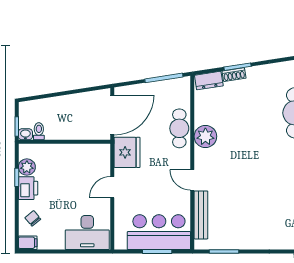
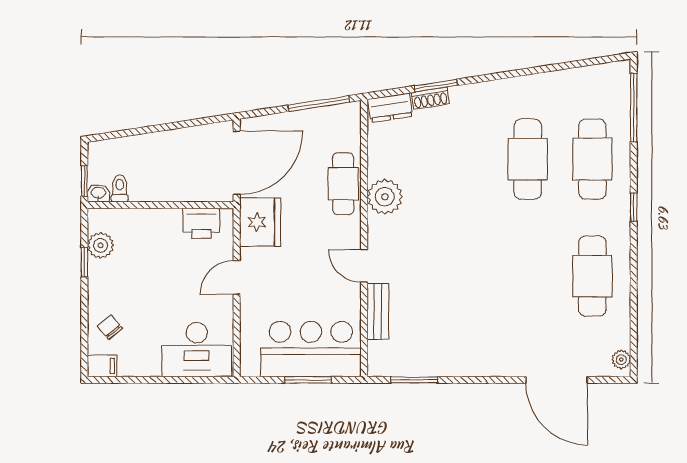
printer: (28, 188) -> (201, 223), moved, turned 90
bench: (201, 215) -> (378, 311), width x0.73

